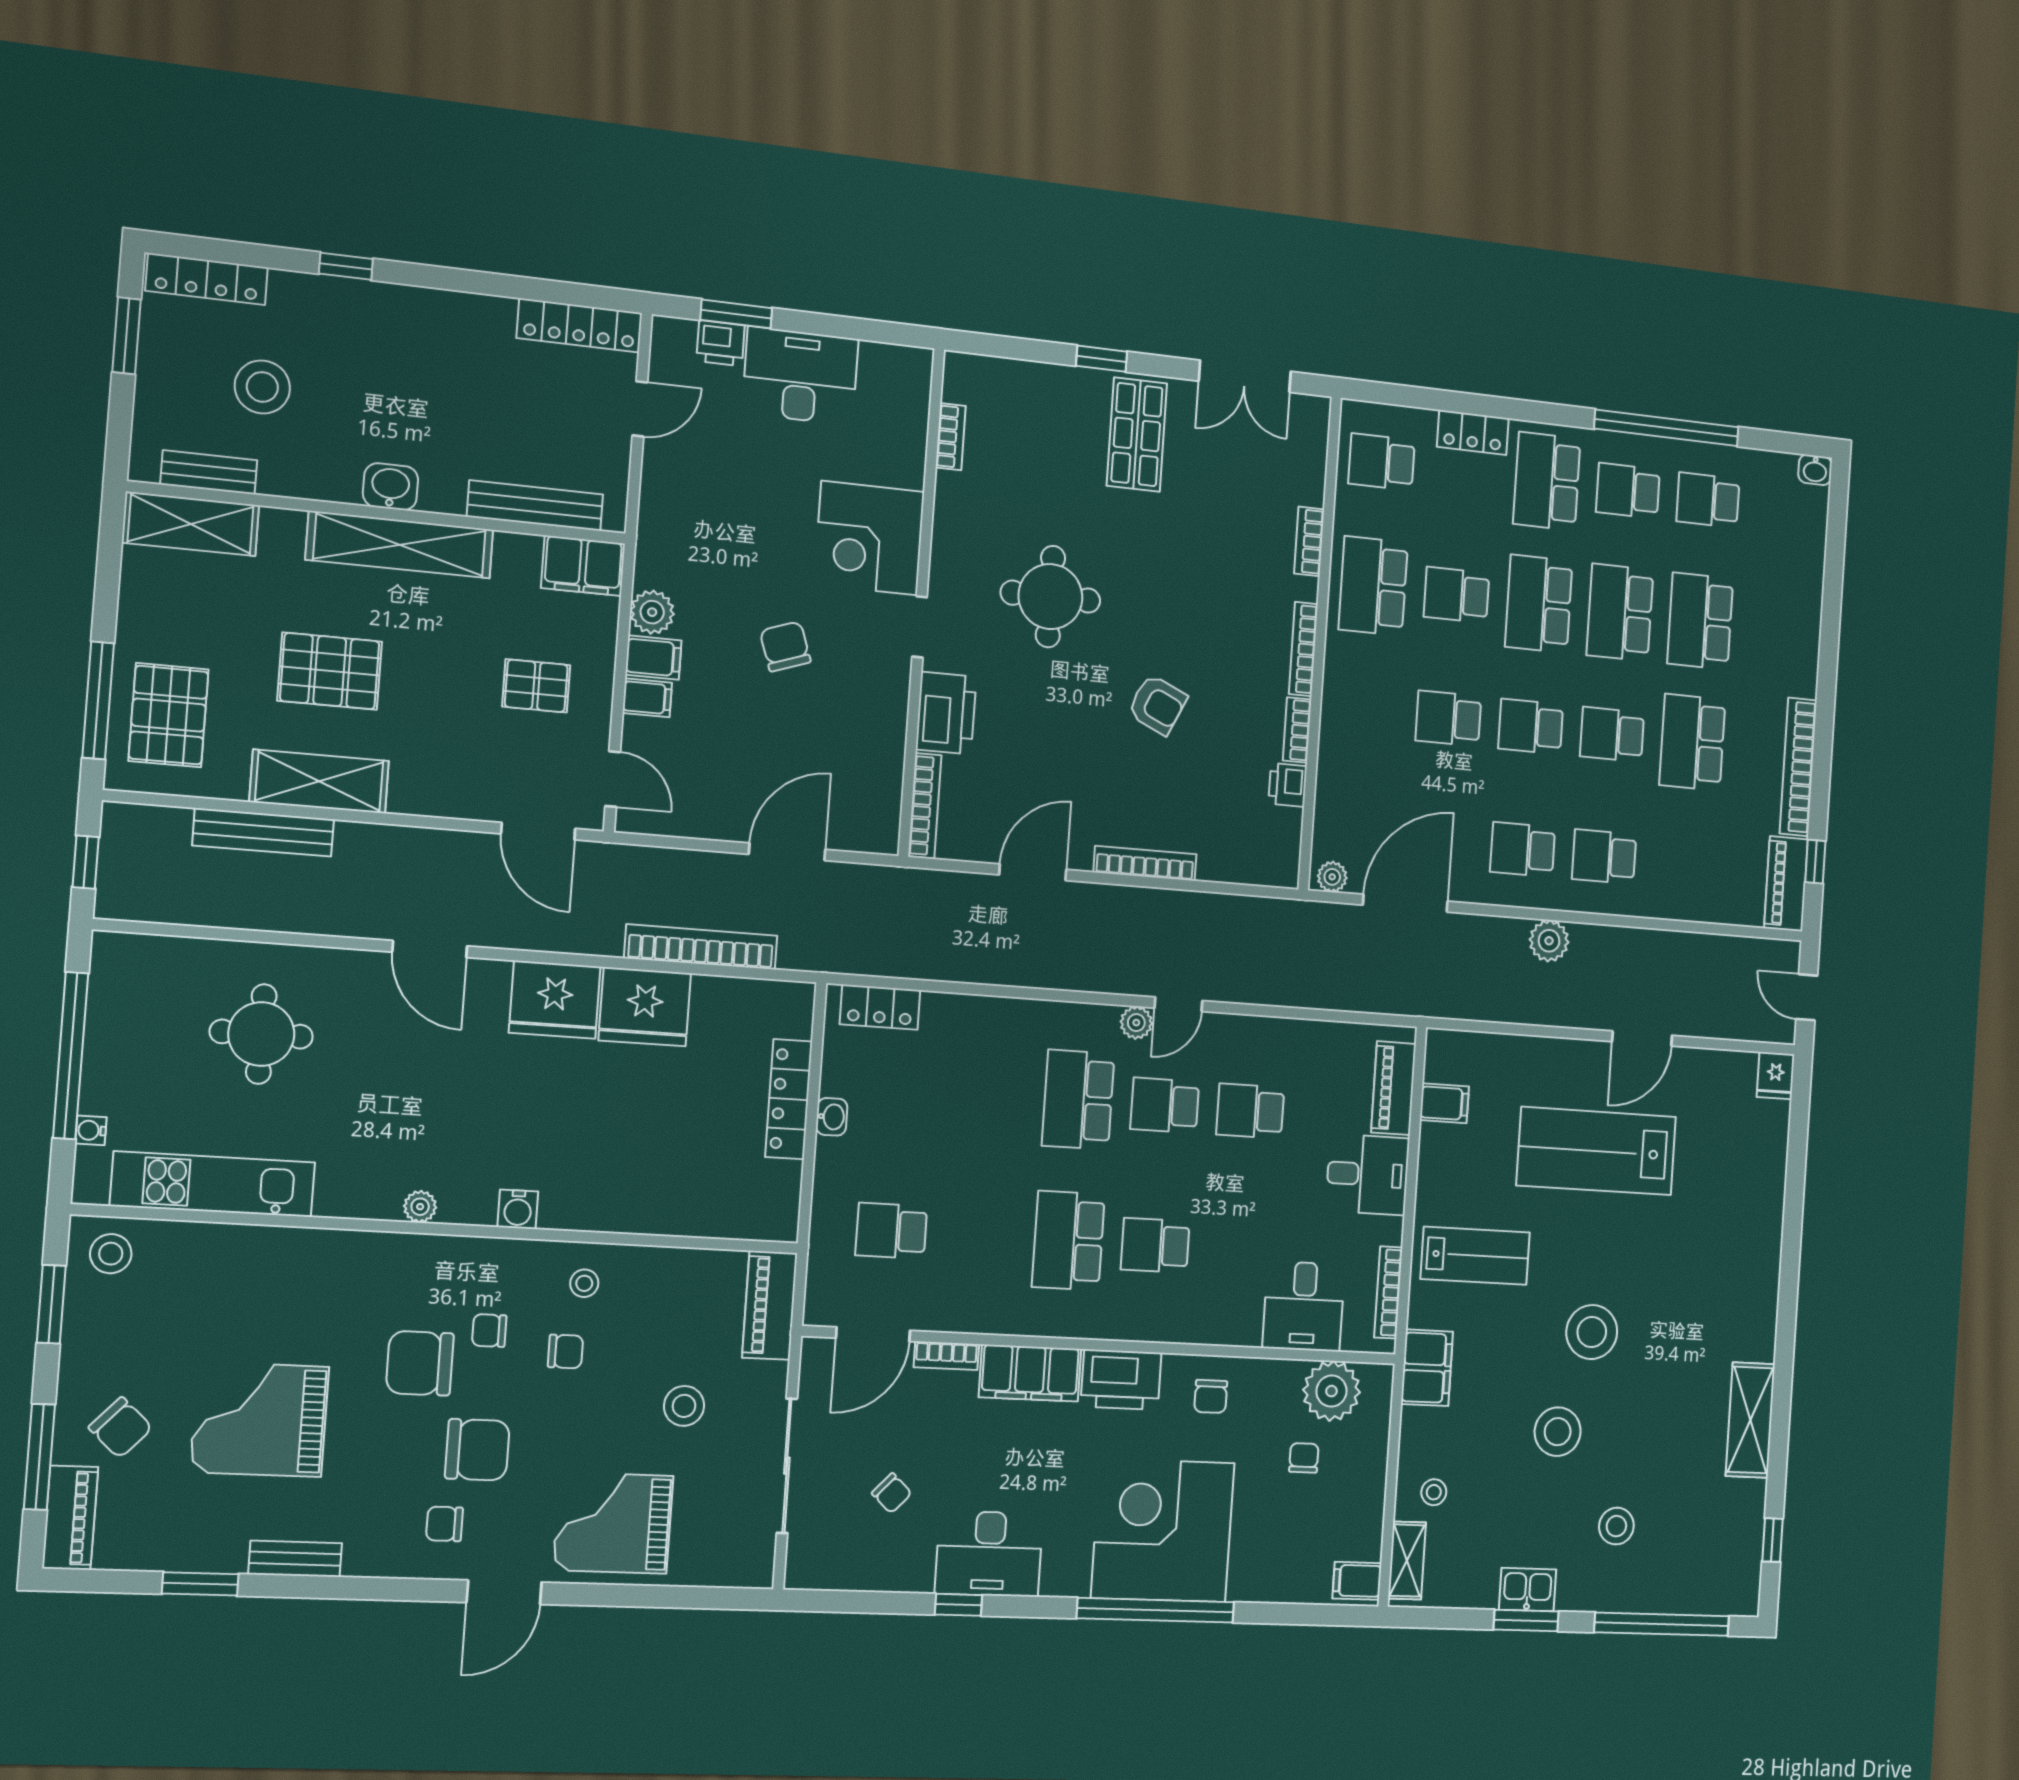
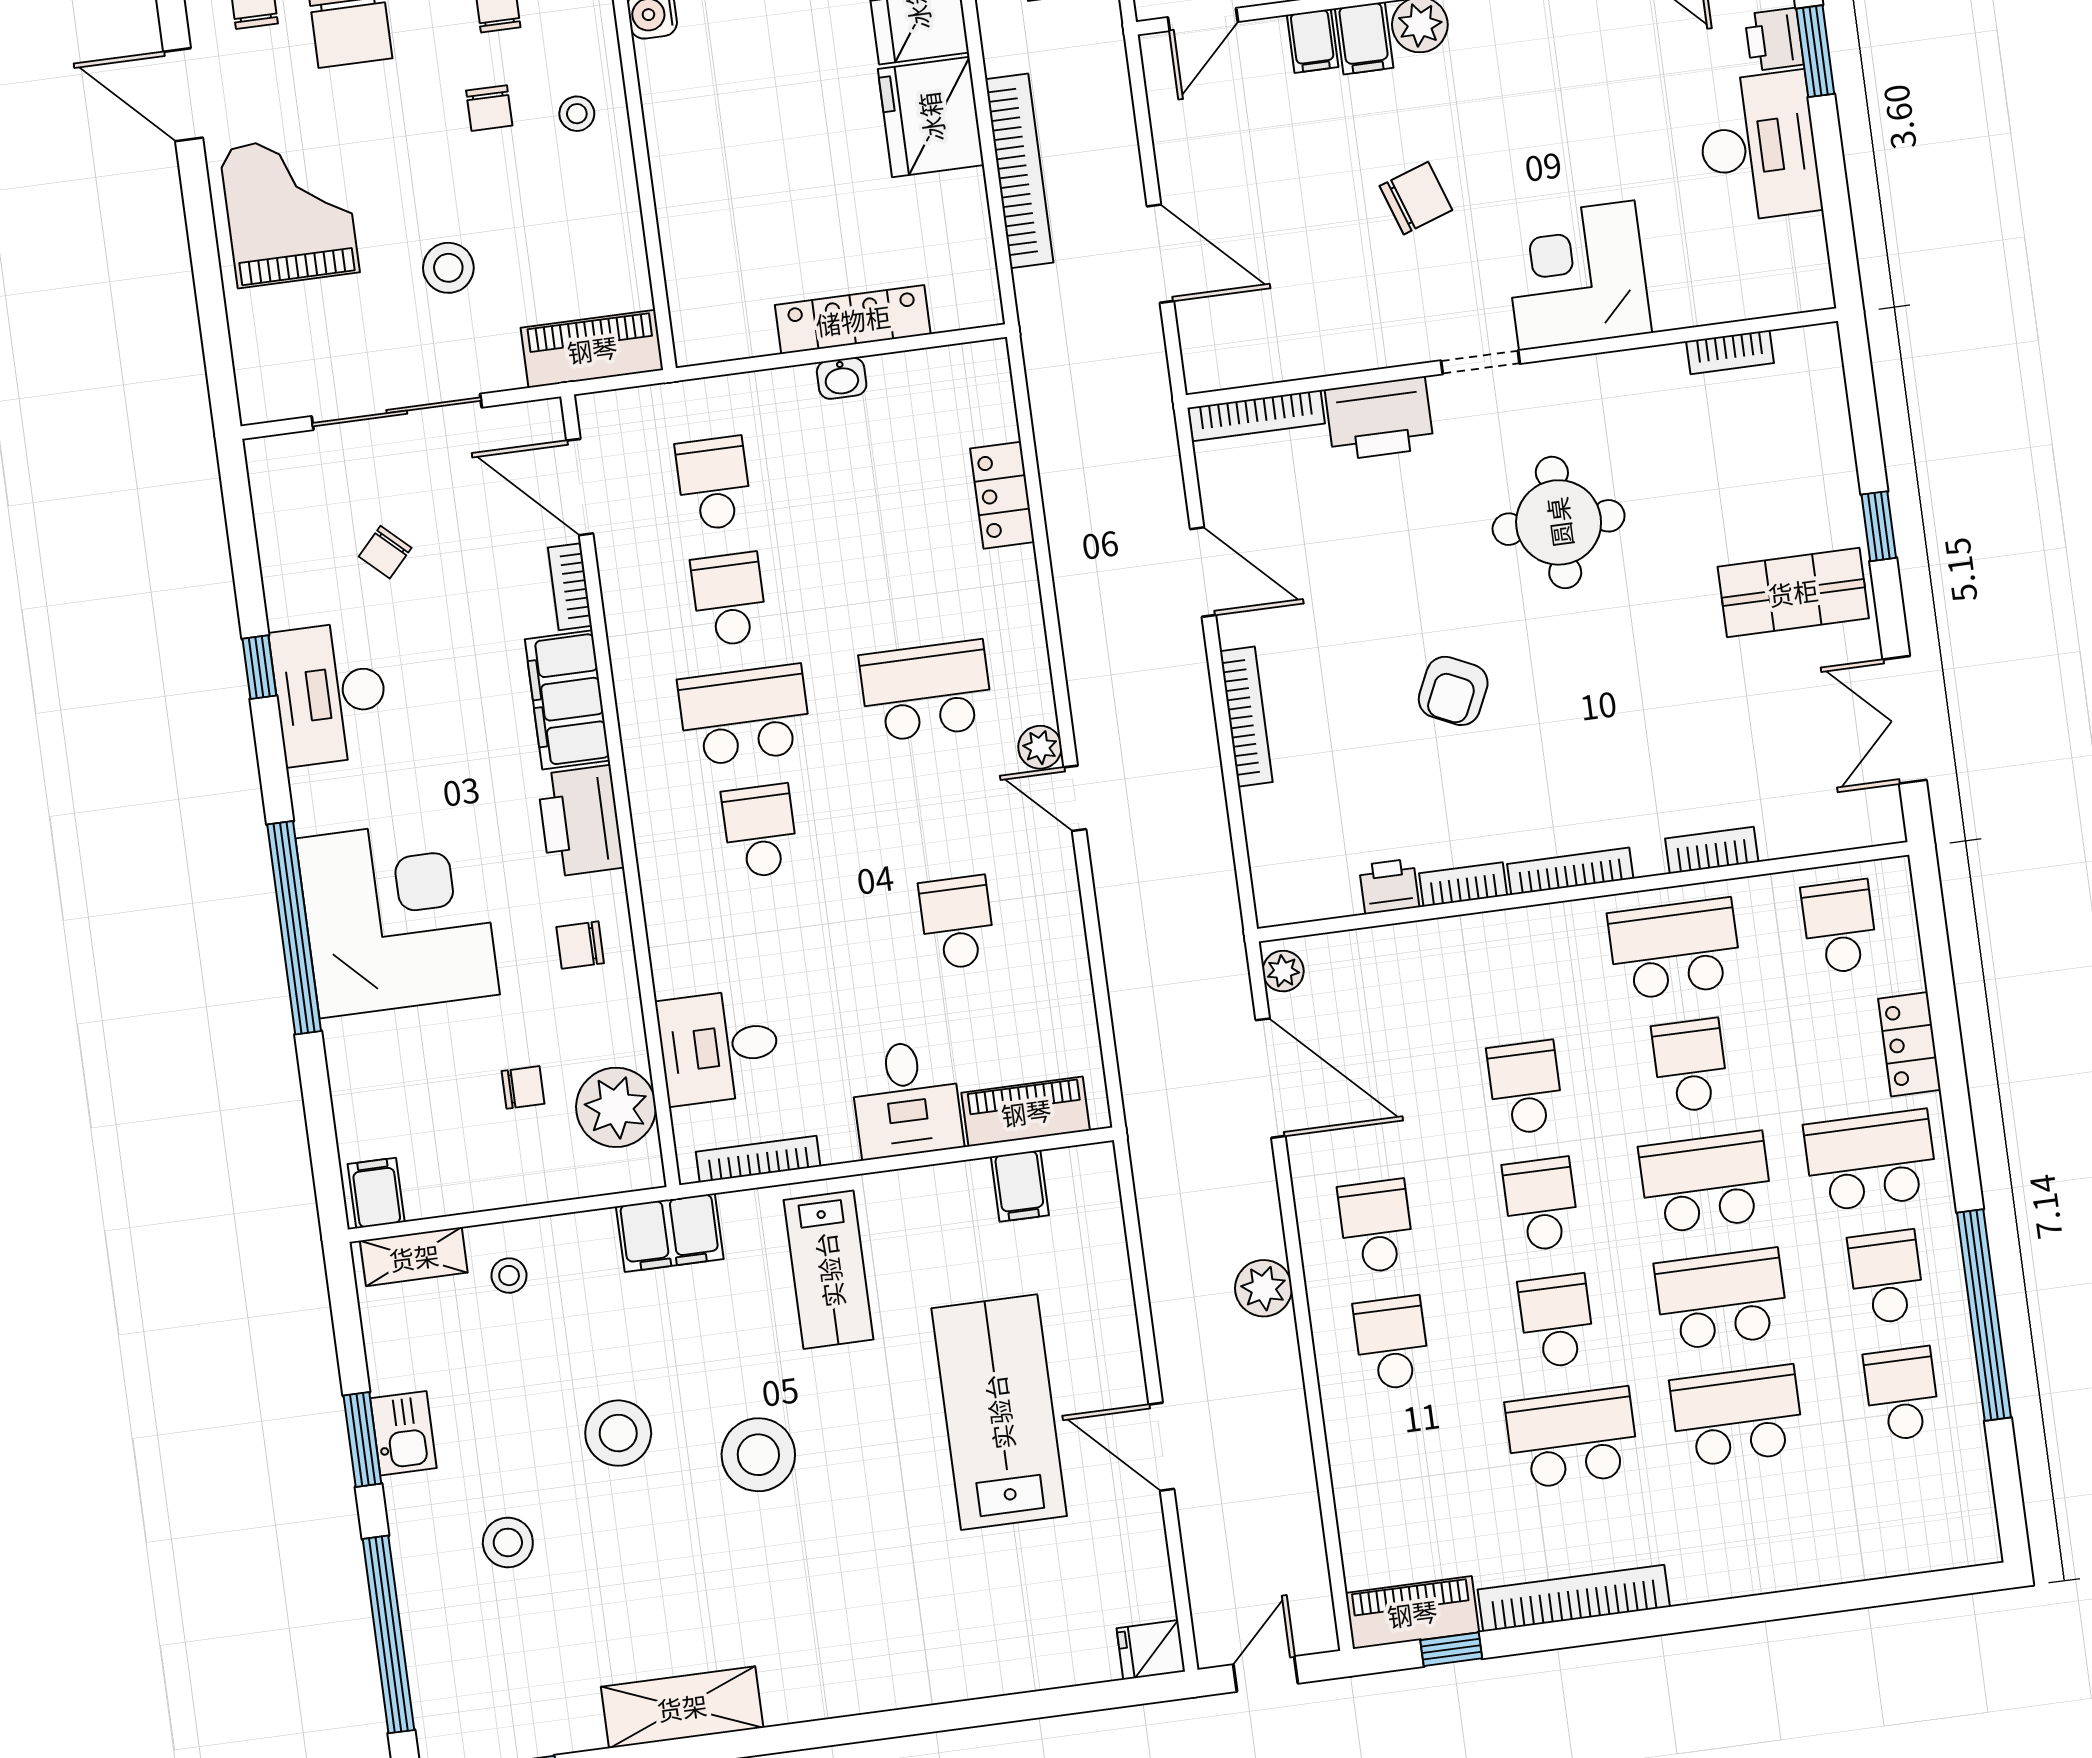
washbasin: (1815, 470) -> (1981, 1541), removed
locker: (880, 1007) -> (1002, 495), moved
school desk: (1165, 1105) -> (729, 599), moved

